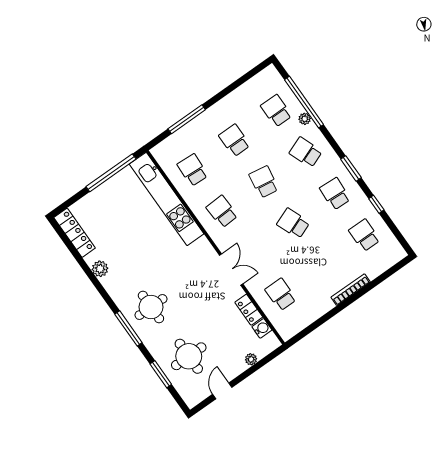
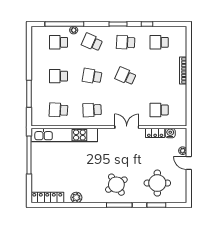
school desk: (306, 152) -> (92, 42), turned 45
school desk: (293, 223) -> (126, 76), turned 45
round table: (151, 307) -> (116, 185), turned -32
door: (222, 391) -> (189, 163), moved

